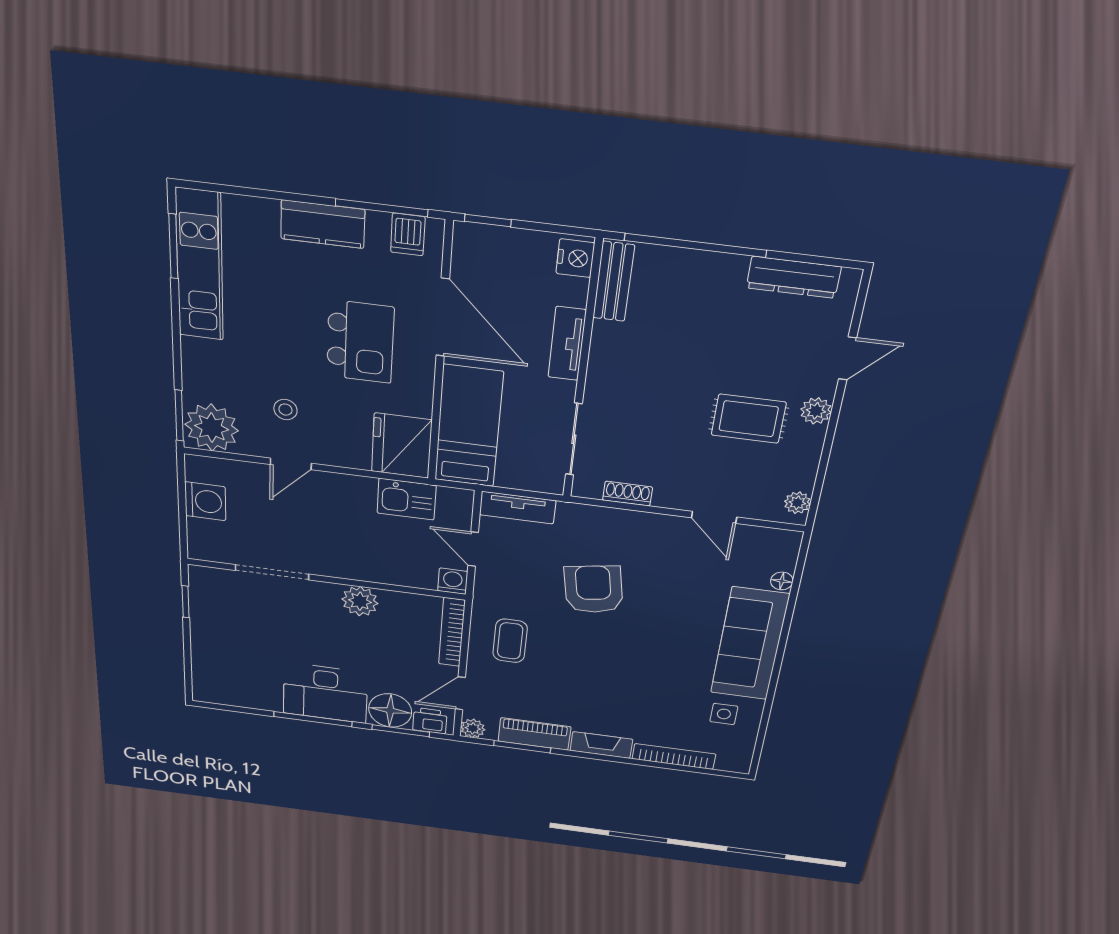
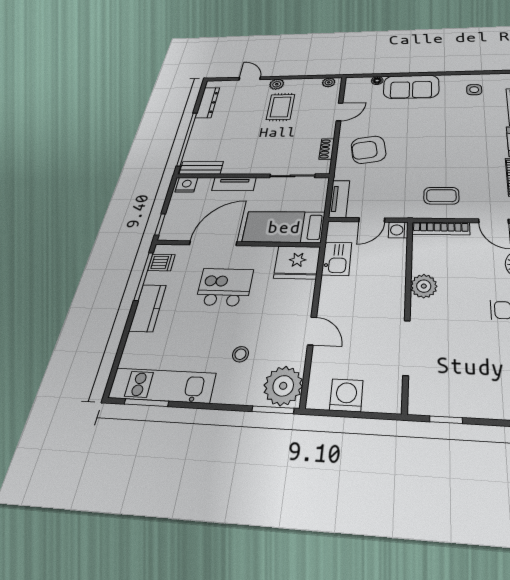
stool: (285, 410) -> (240, 354), moved
armchair: (594, 589) -> (368, 150), moved
sofa: (750, 644) -> (411, 87), width x0.73

